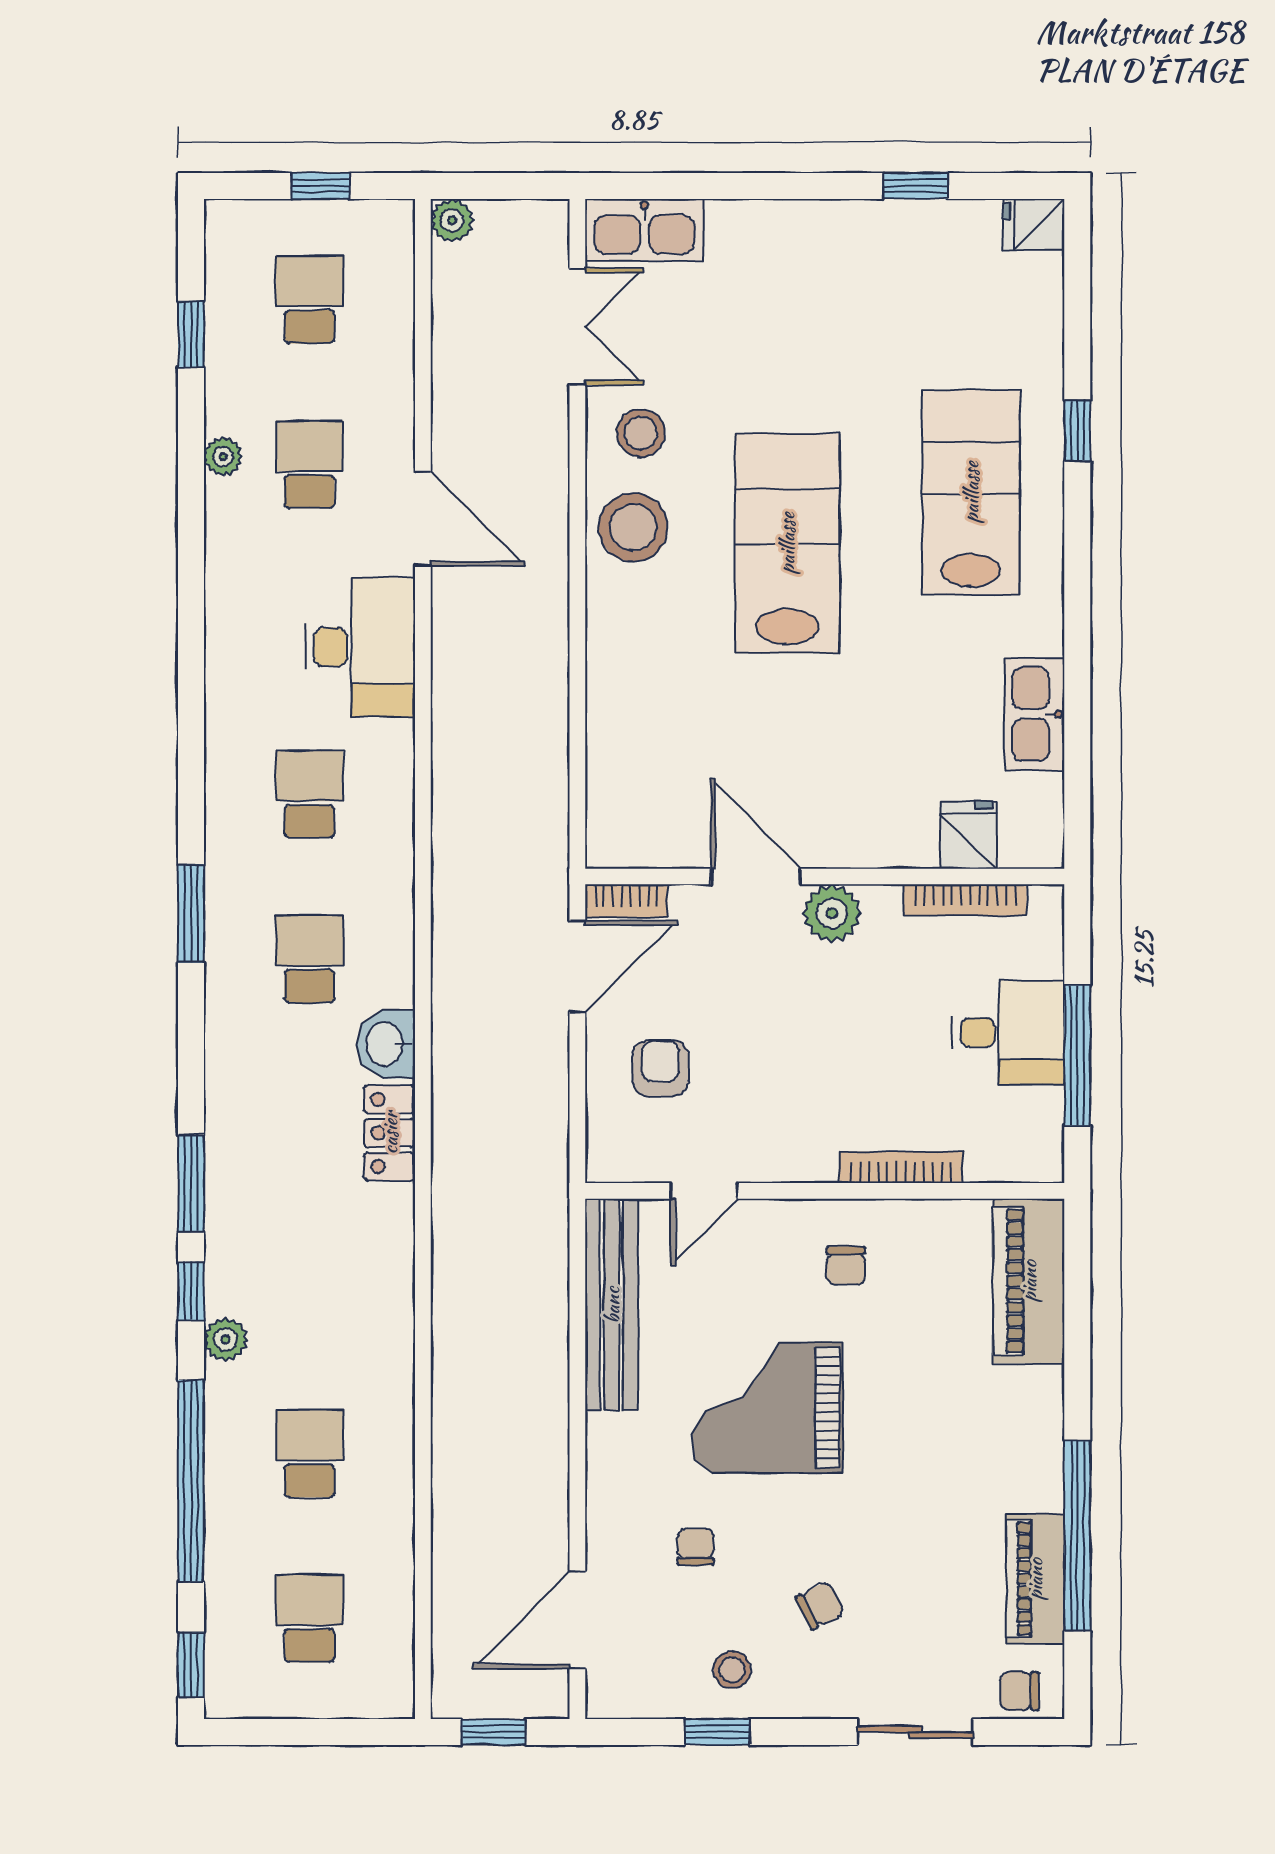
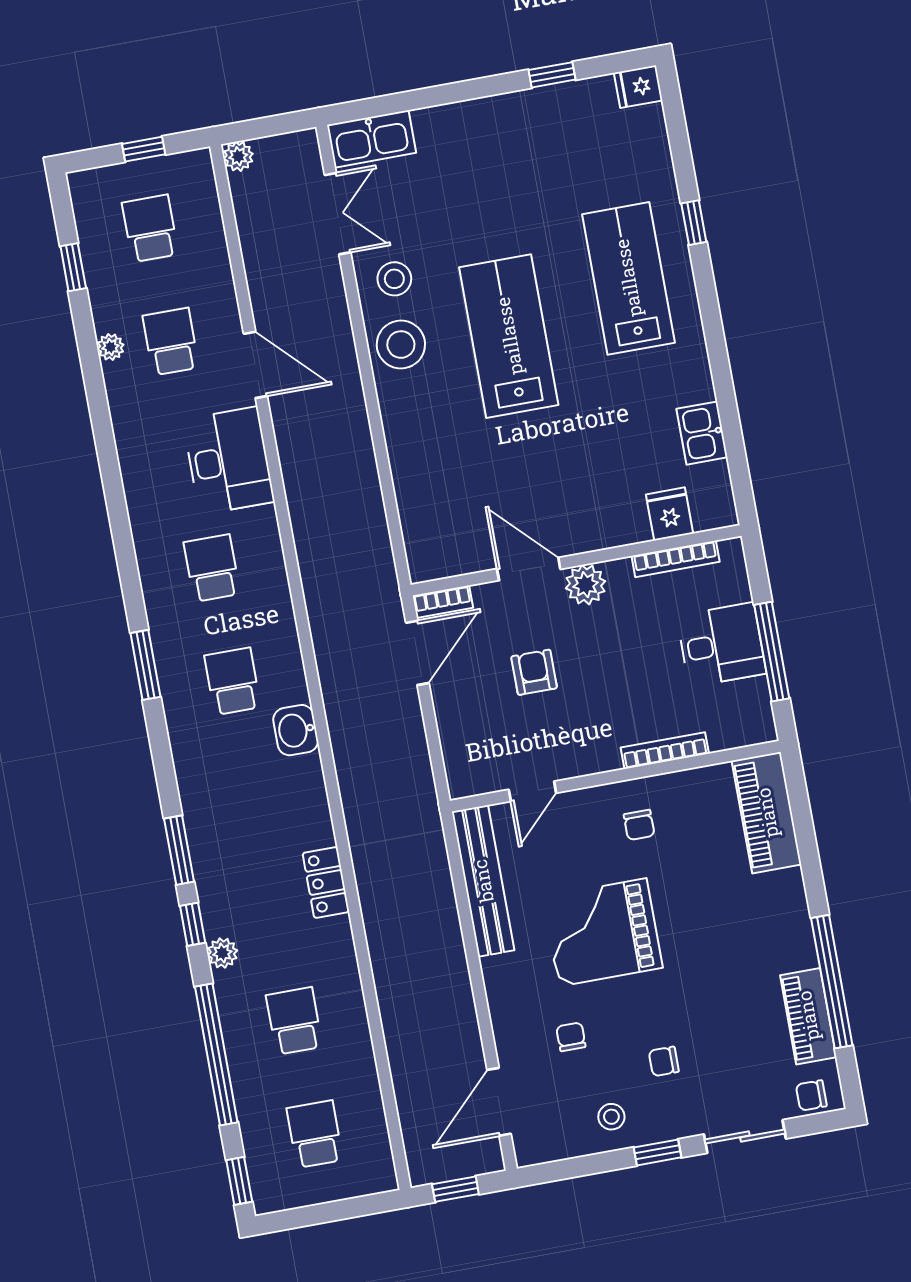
kitchen sink: (1035, 714) -> (702, 433), width x0.73
armchair: (660, 1068) -> (534, 672), moved
locker: (390, 1133) -> (326, 882), moved
chair: (820, 1605) -> (664, 1061), turned -153
window: (717, 1732) -> (658, 1152), moved

